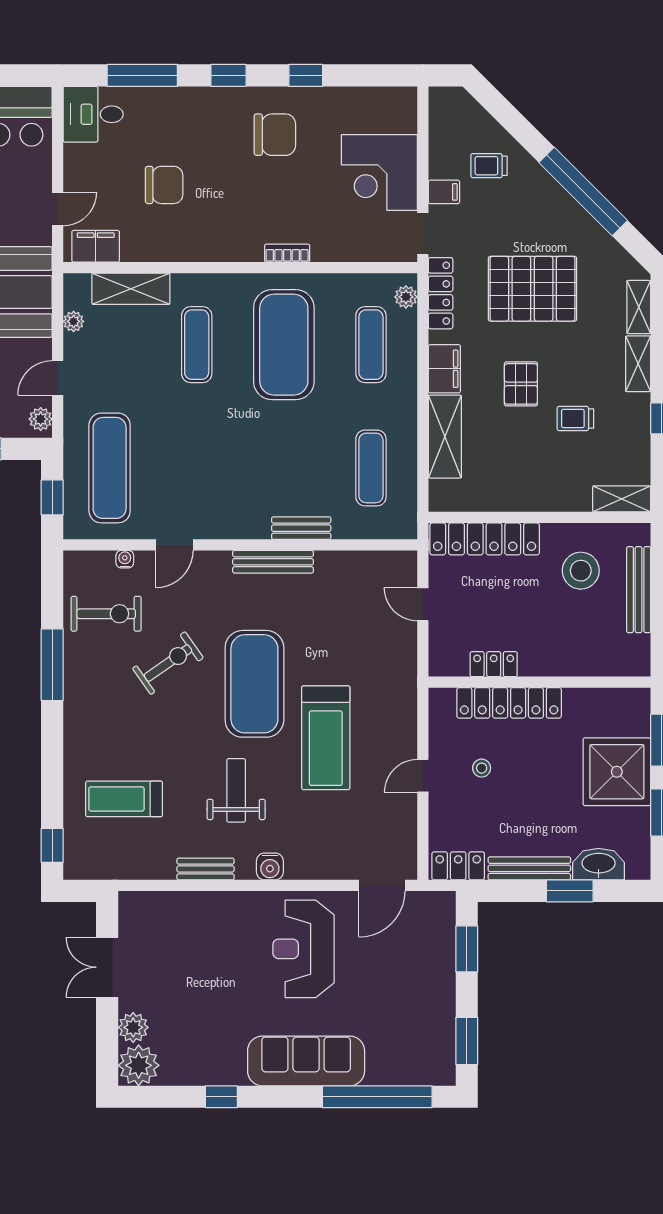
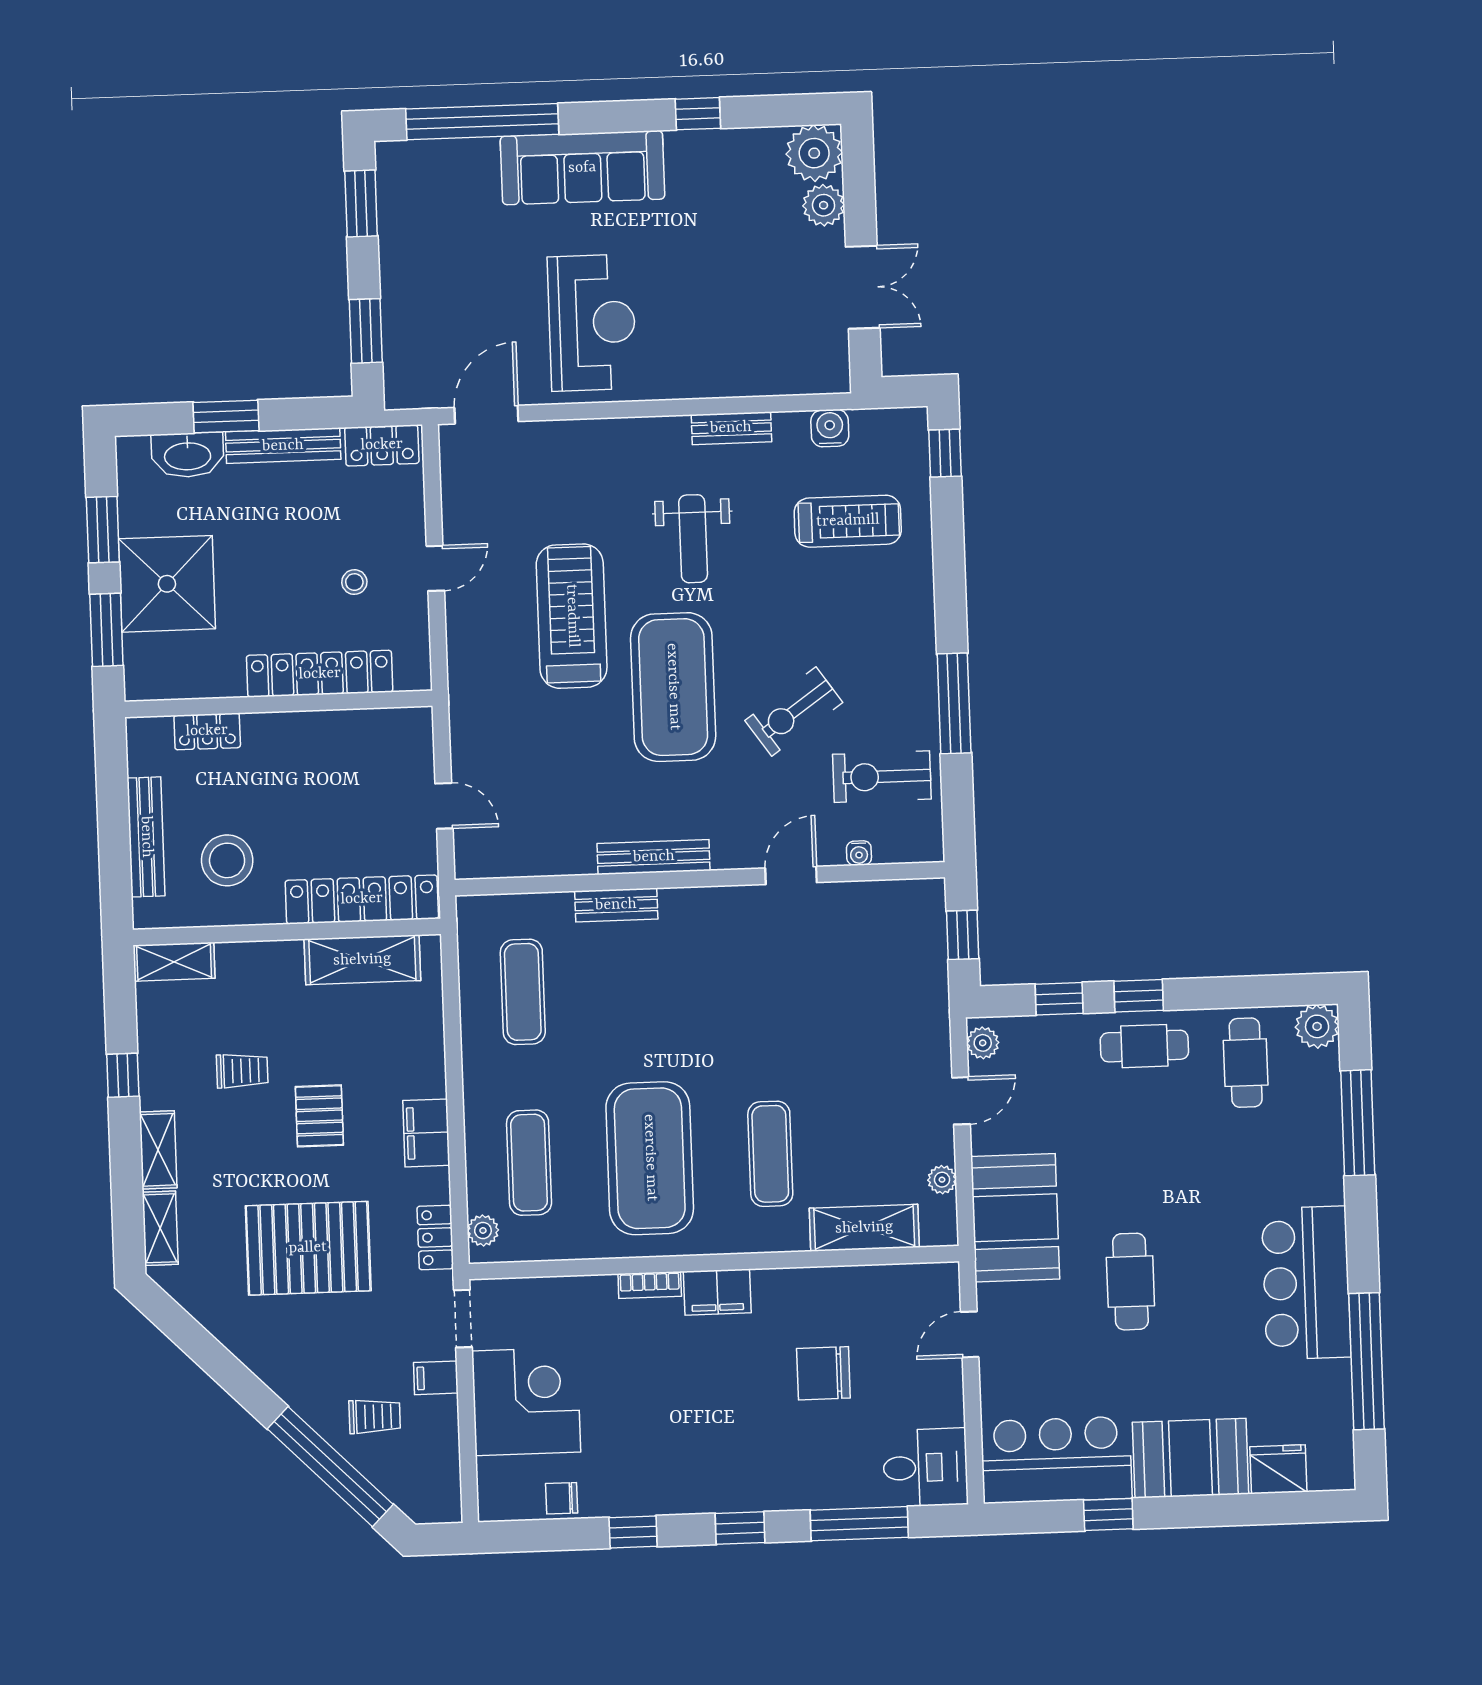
chair: (275, 135) -> (562, 1498), moved, width x0.54, depth x0.54
window: (583, 191) -> (330, 1467), moved
filing cabinet: (96, 246) -> (717, 1292), moved
locker: (441, 293) -> (435, 1237), width x0.66
shelving: (445, 437) -> (362, 960), moved, turned 90
exercise mat: (110, 468) -> (885, 979), removed
locker: (494, 664) -> (207, 731), moved
water cooler: (270, 866) -> (830, 428), moved

